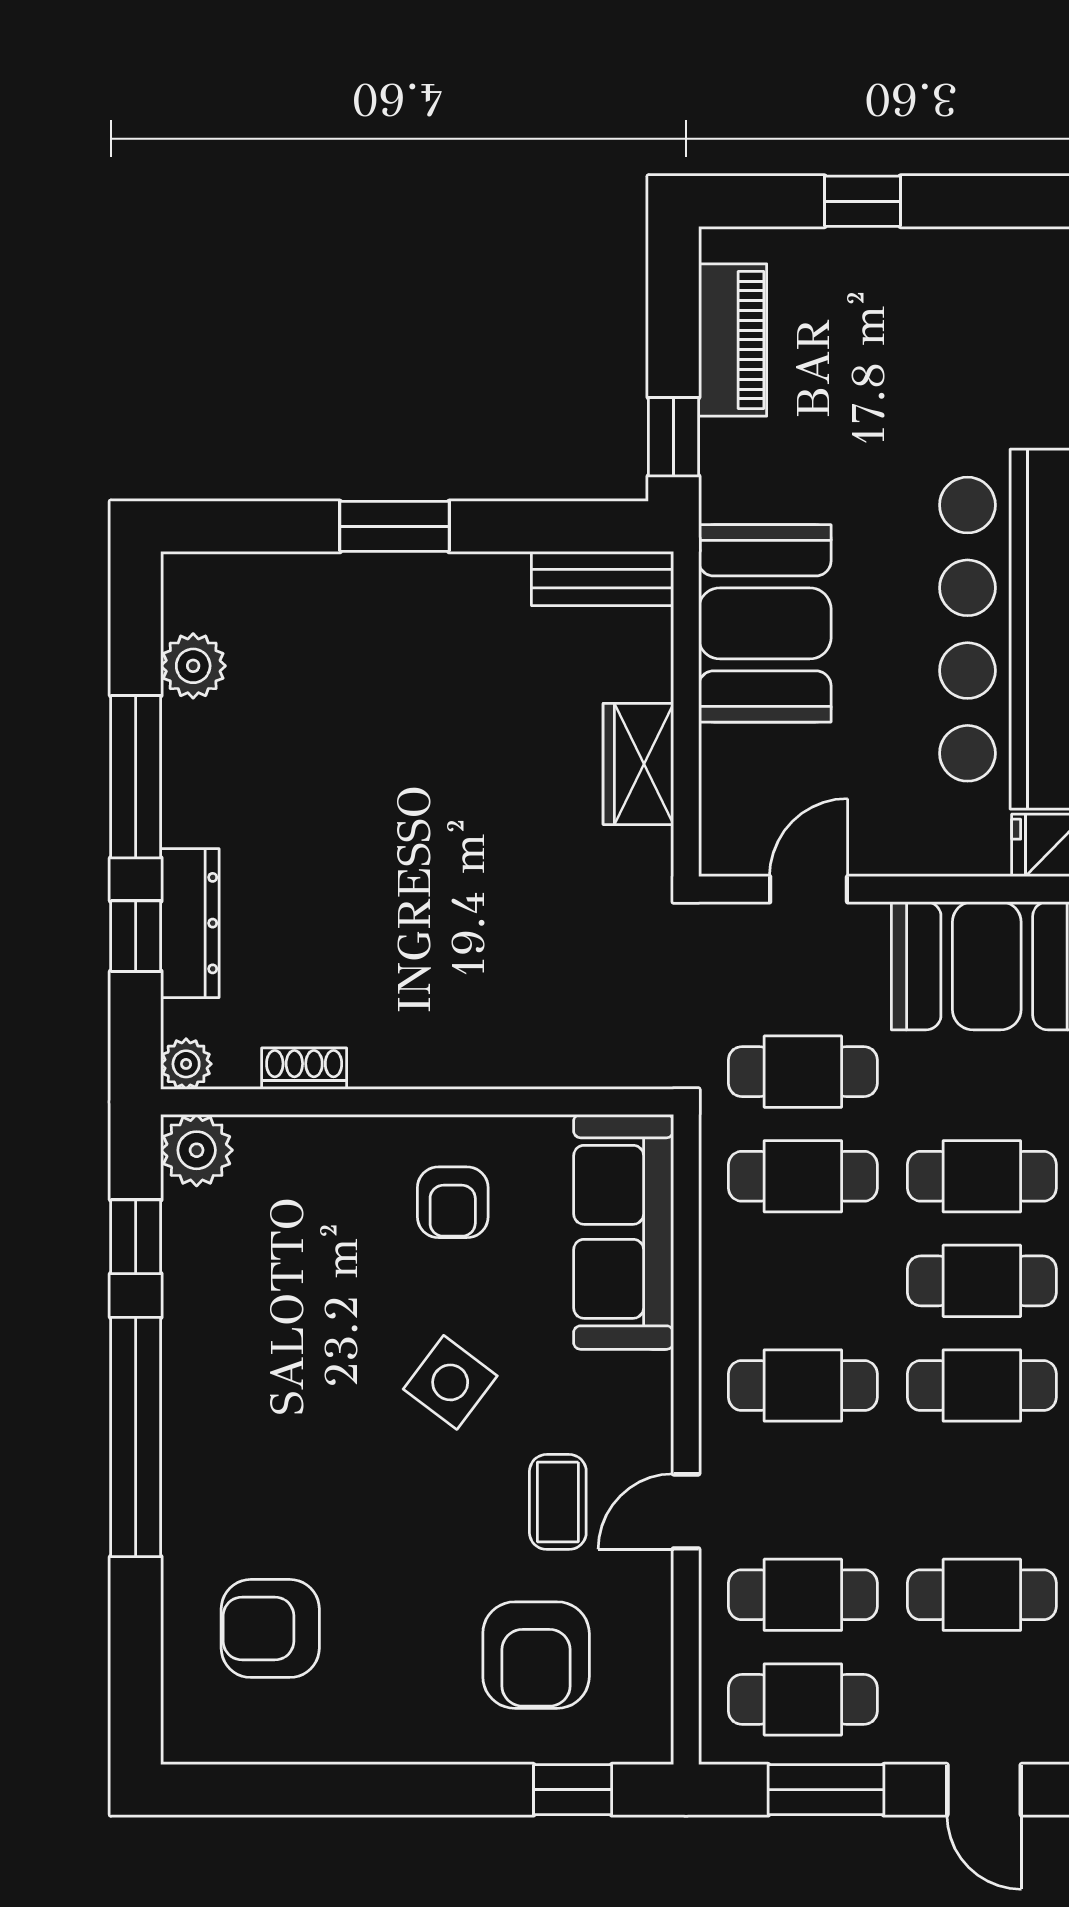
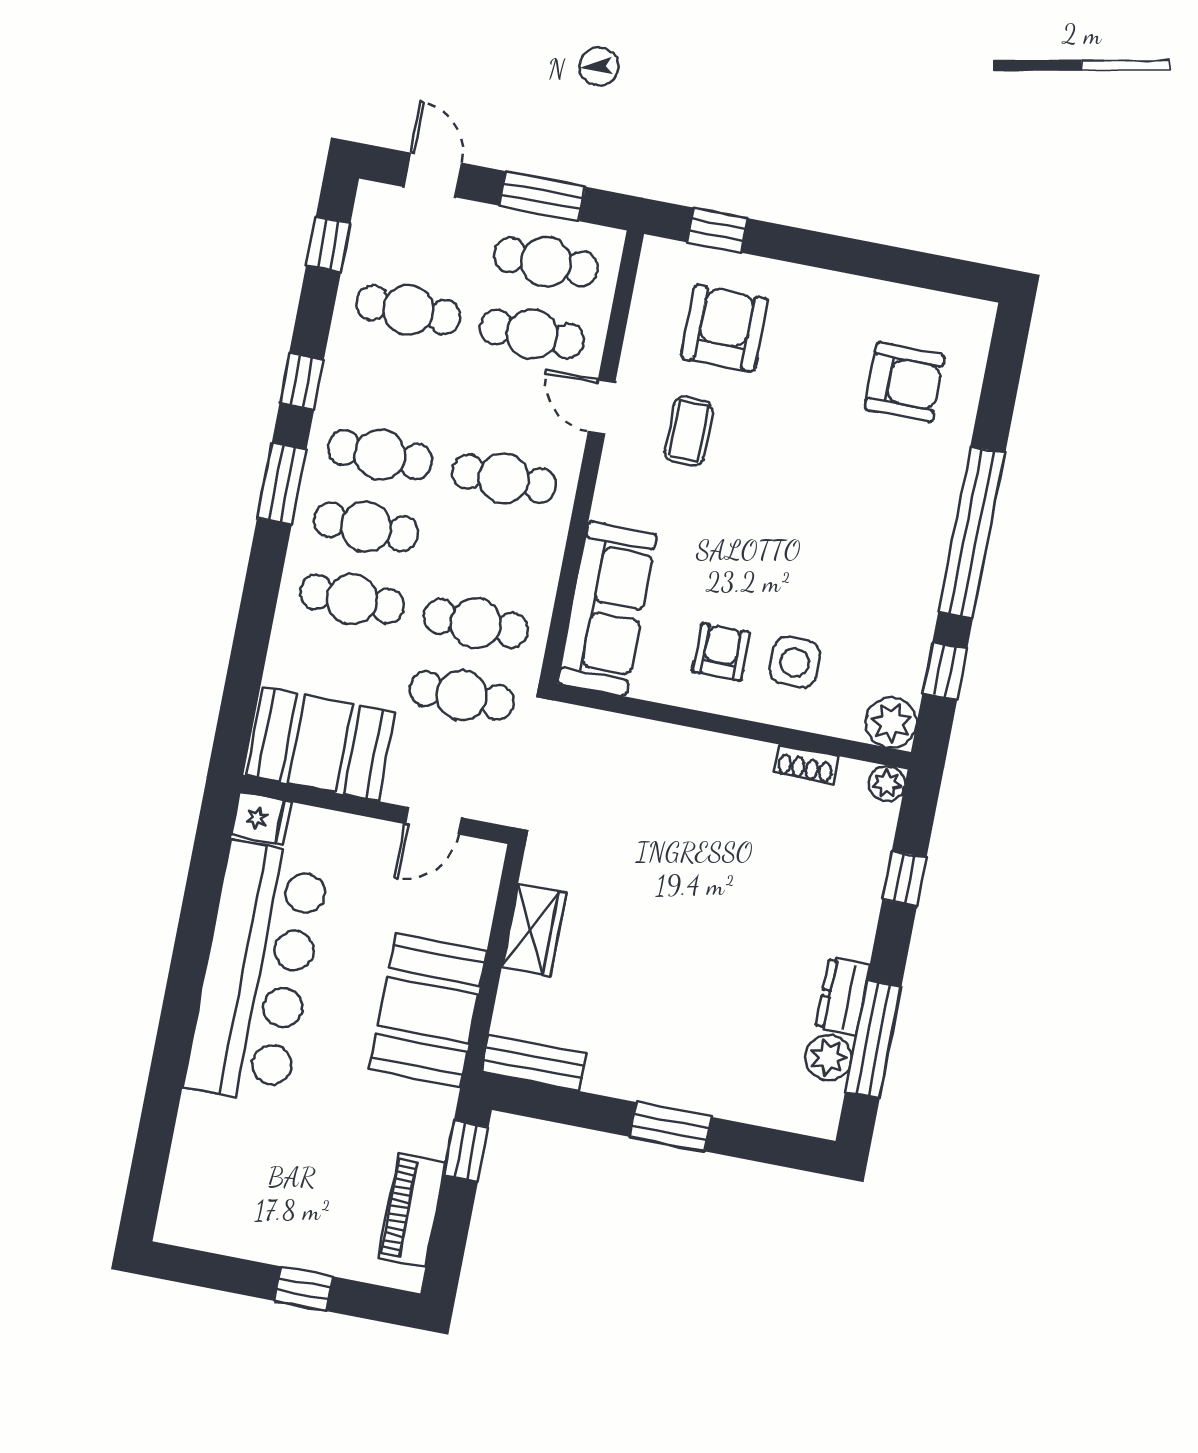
window: (136, 777) -> (873, 1039), moved
dresser: (190, 923) -> (843, 996), moved, width x0.70
side table: (450, 1382) -> (795, 662), moved, turned -37
door: (686, 1511) -> (601, 407), swing flipped

